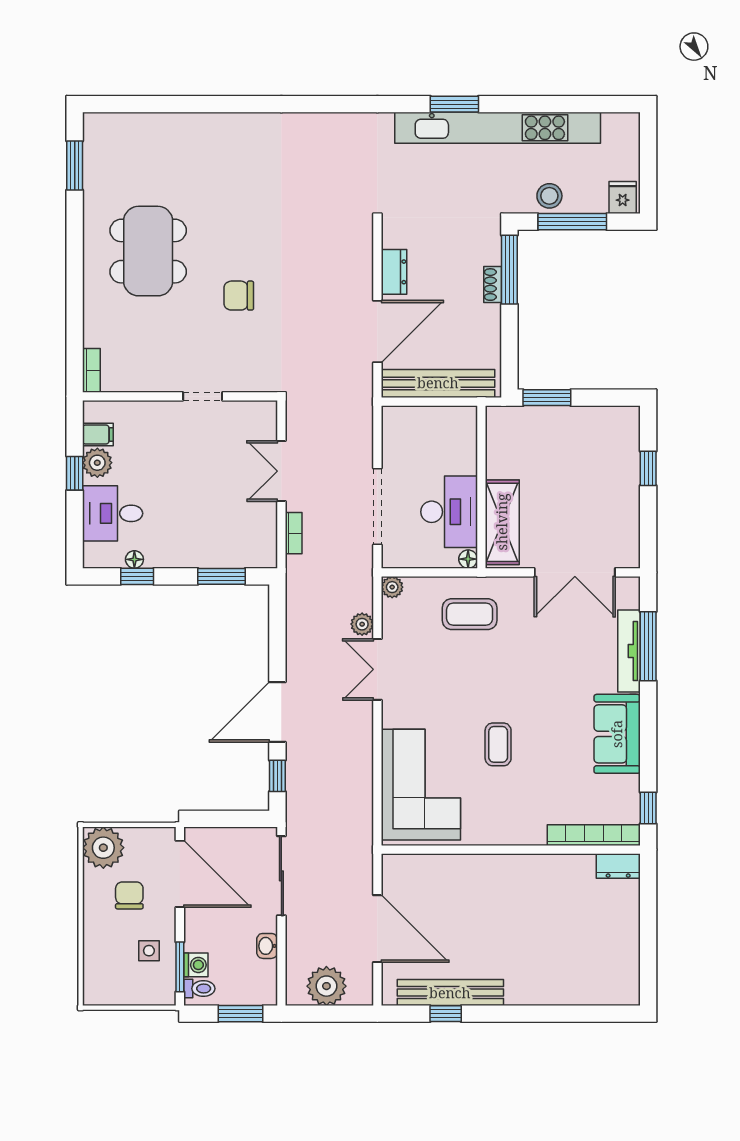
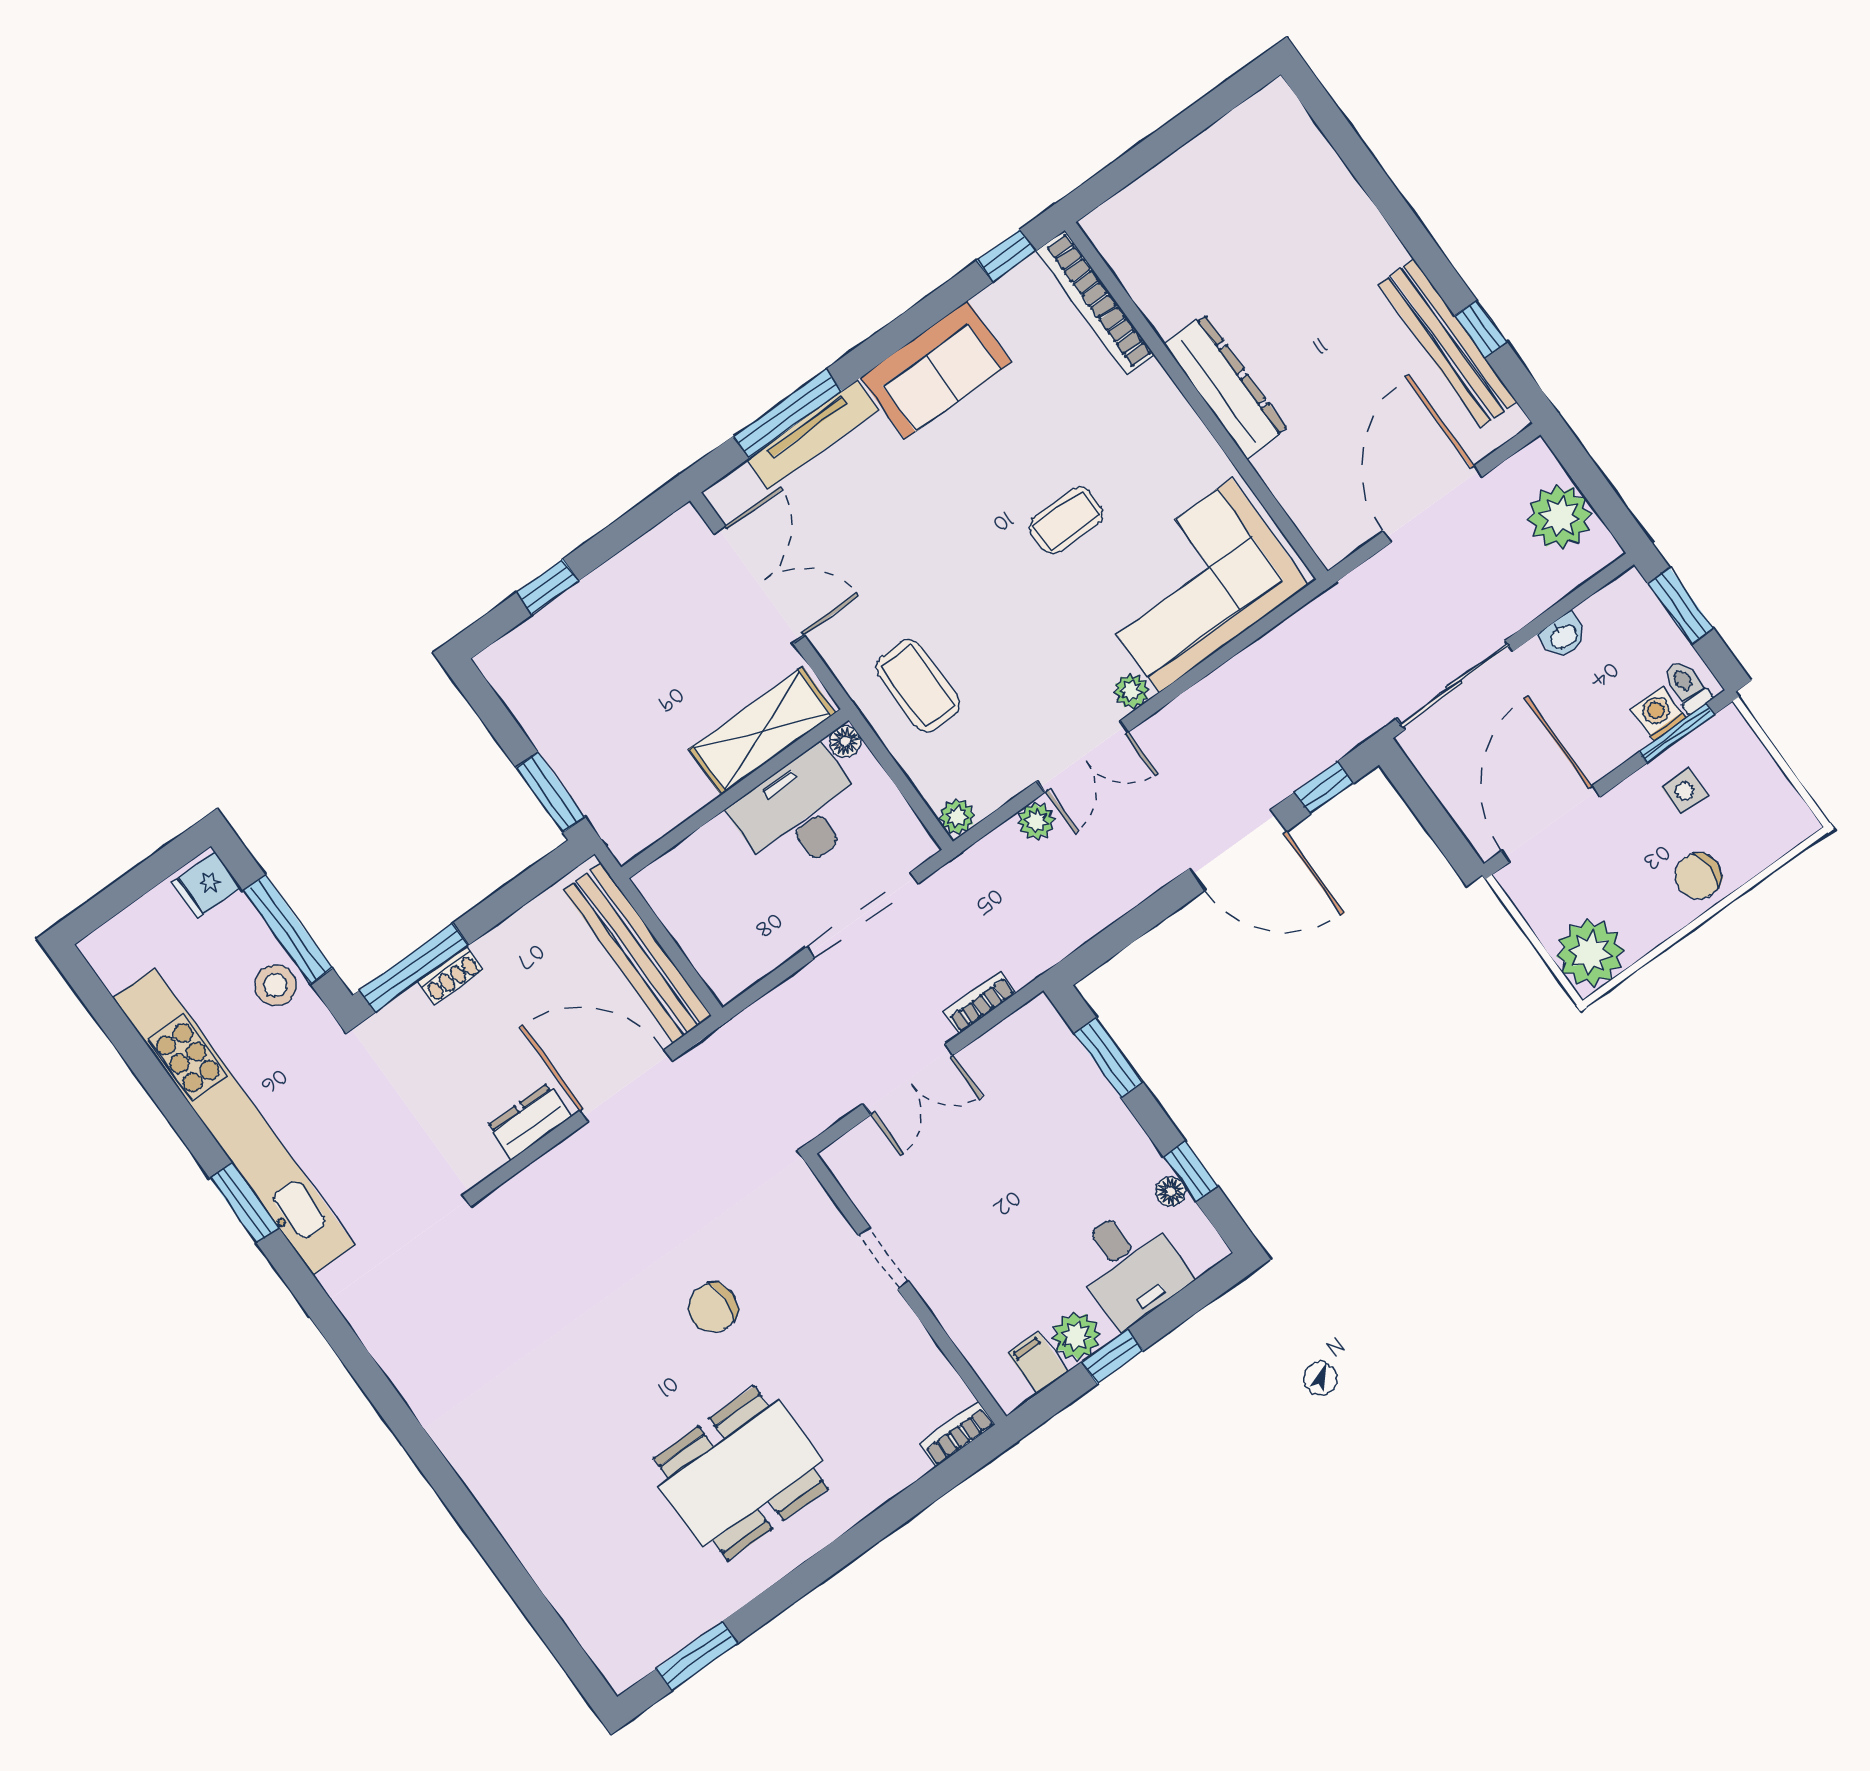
chair: (239, 296) -> (713, 1308), turned 90
plant: (392, 716) -> (1131, 691), added
dresser: (618, 866) -> (1225, 387), moved, width x1.96, depth x1.24
chair: (129, 895) -> (1698, 876), moved

